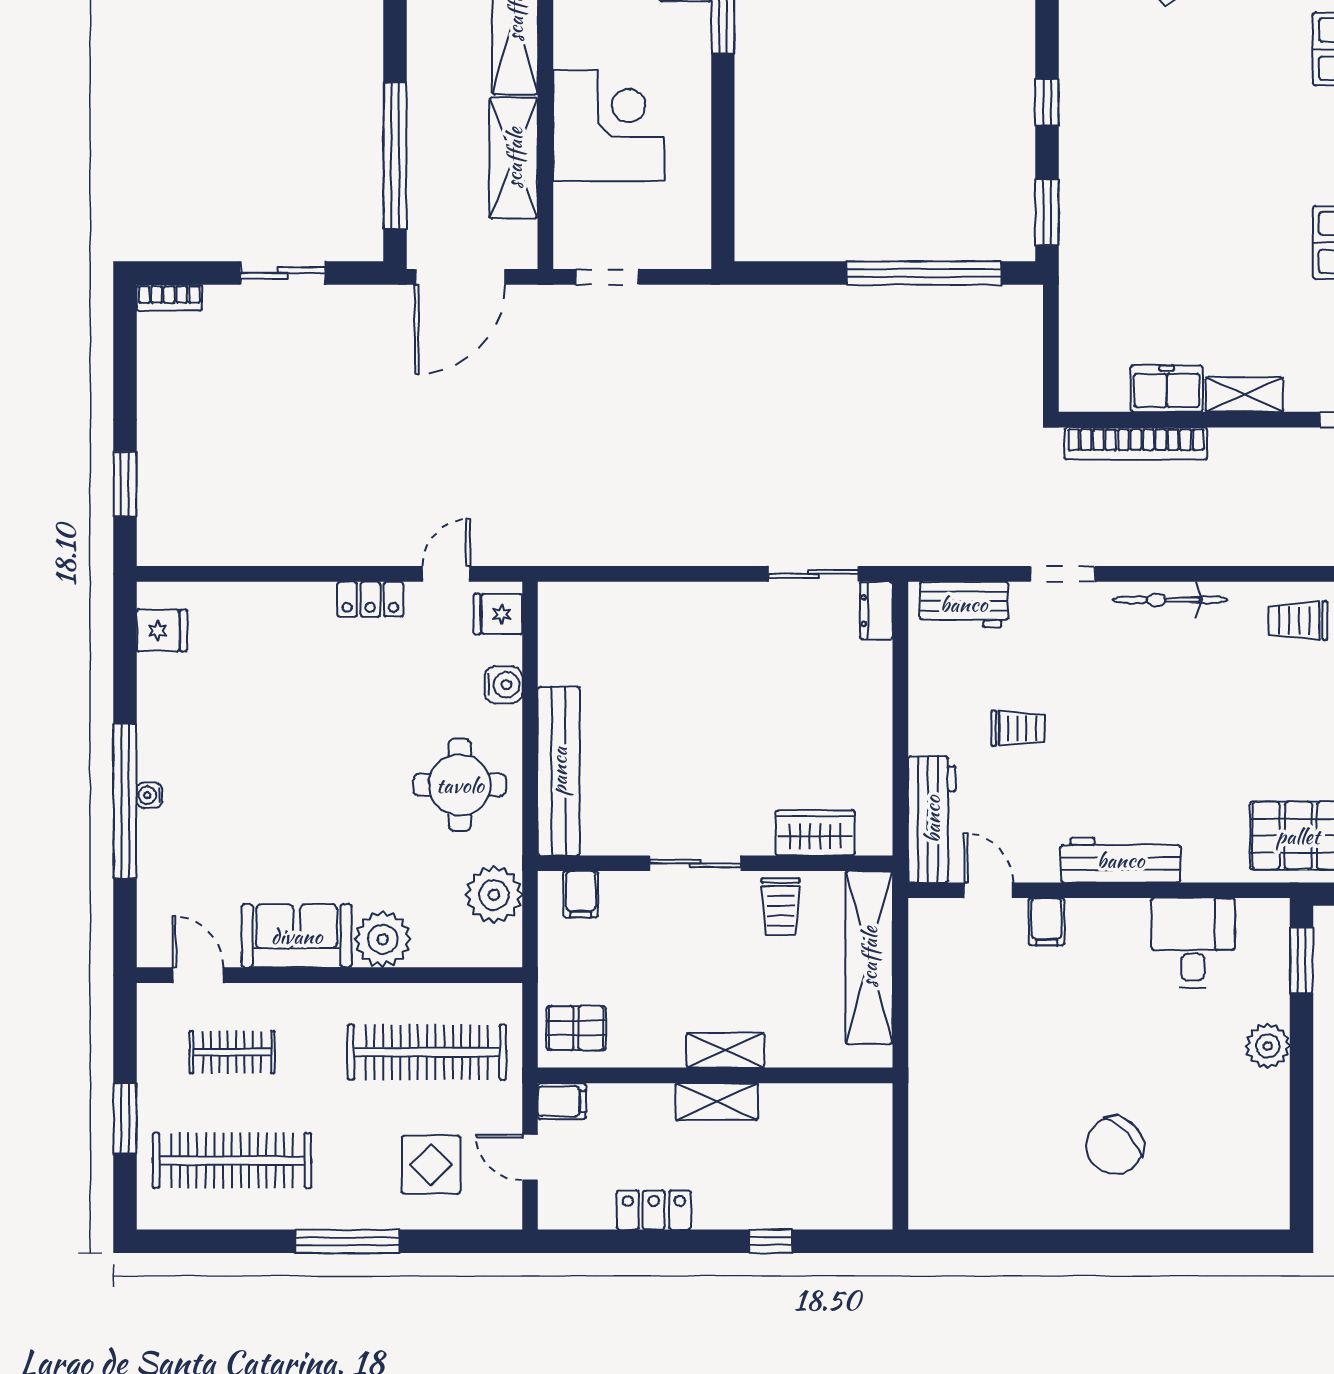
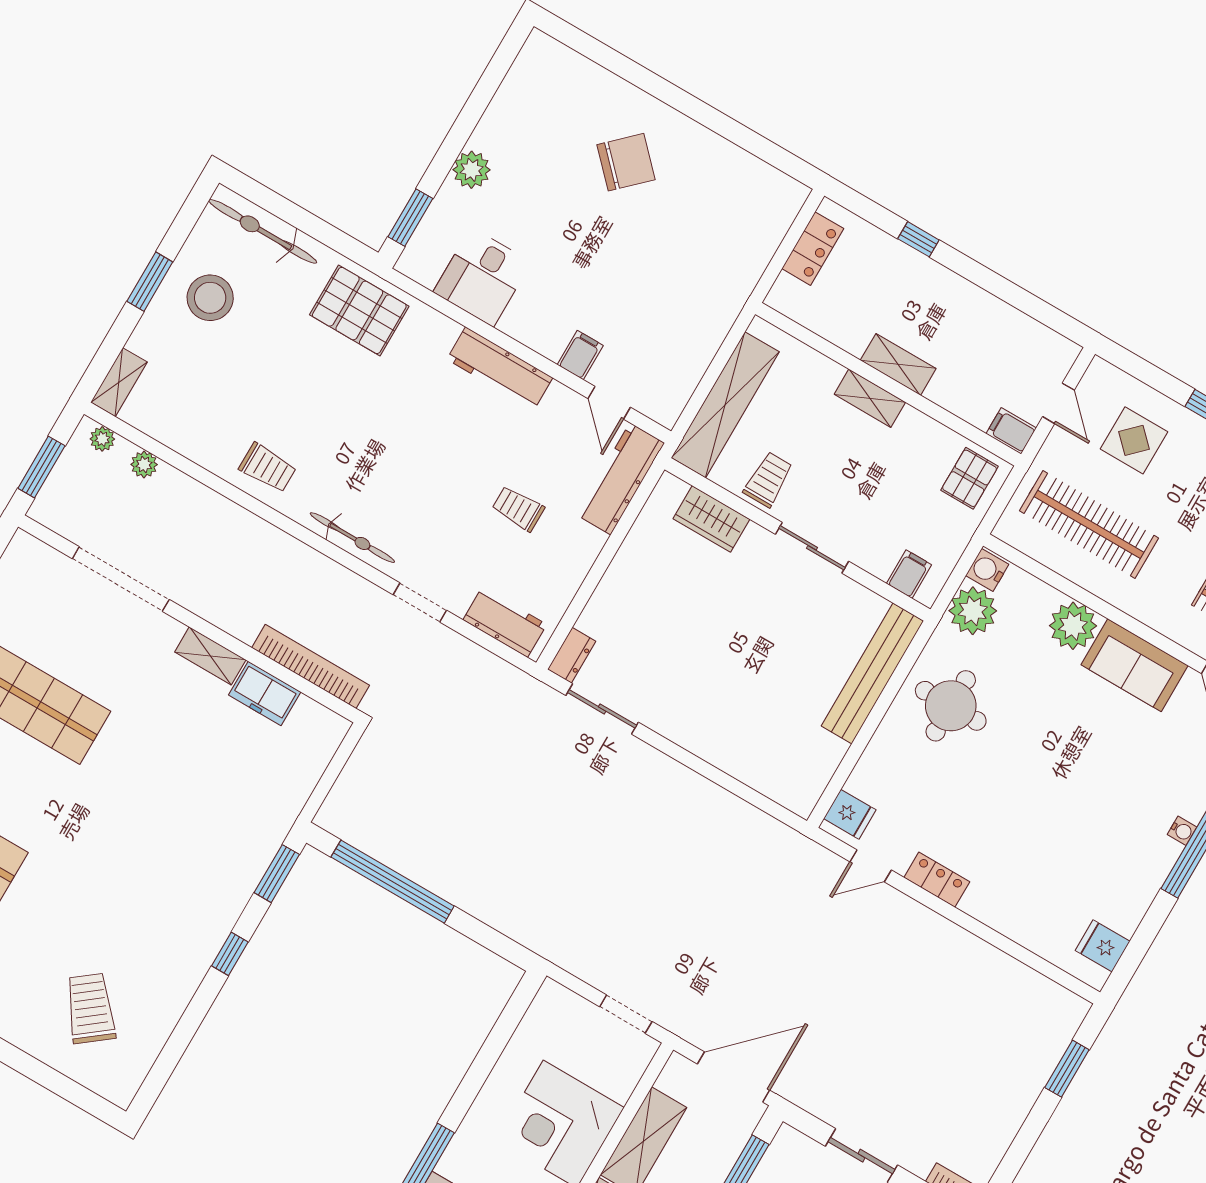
water cooler: (504, 685) -> (987, 570), moved
pallet: (576, 1028) -> (969, 478), turned 90
locker: (654, 1210) -> (813, 249), moved, turned -90

